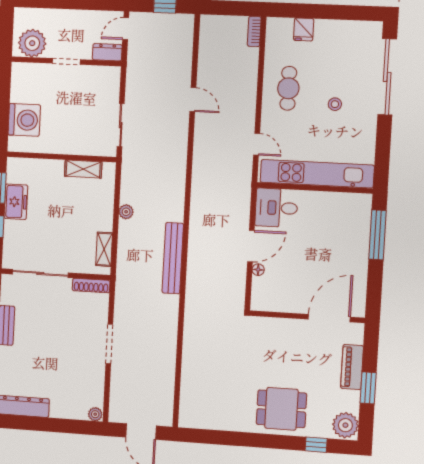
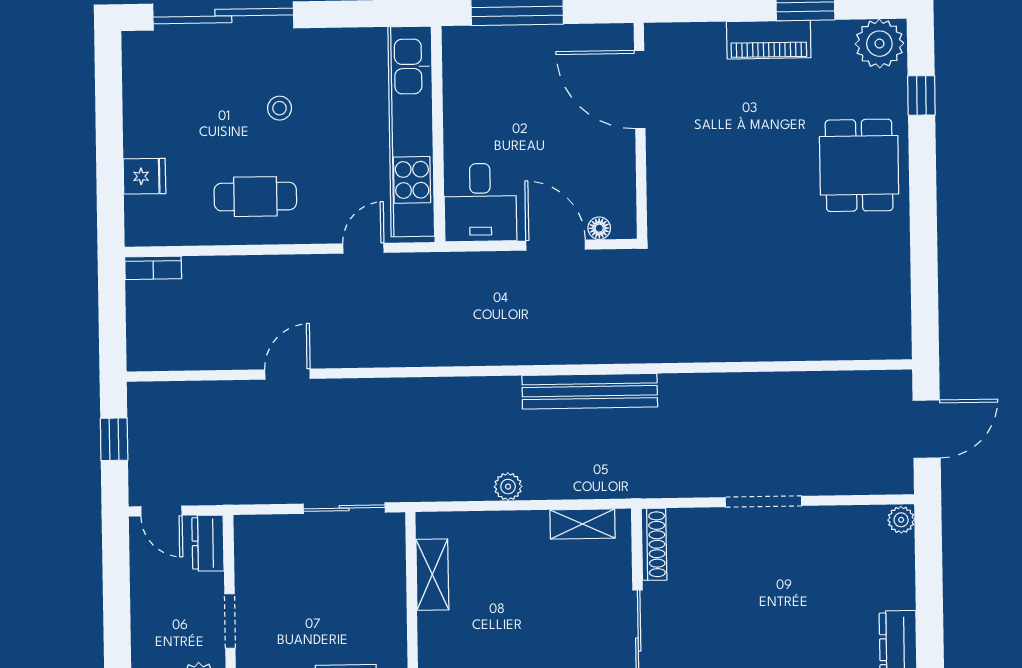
wall: (307, 317) -> (640, 131), moved
door: (329, 318) -> (640, 89), moved

